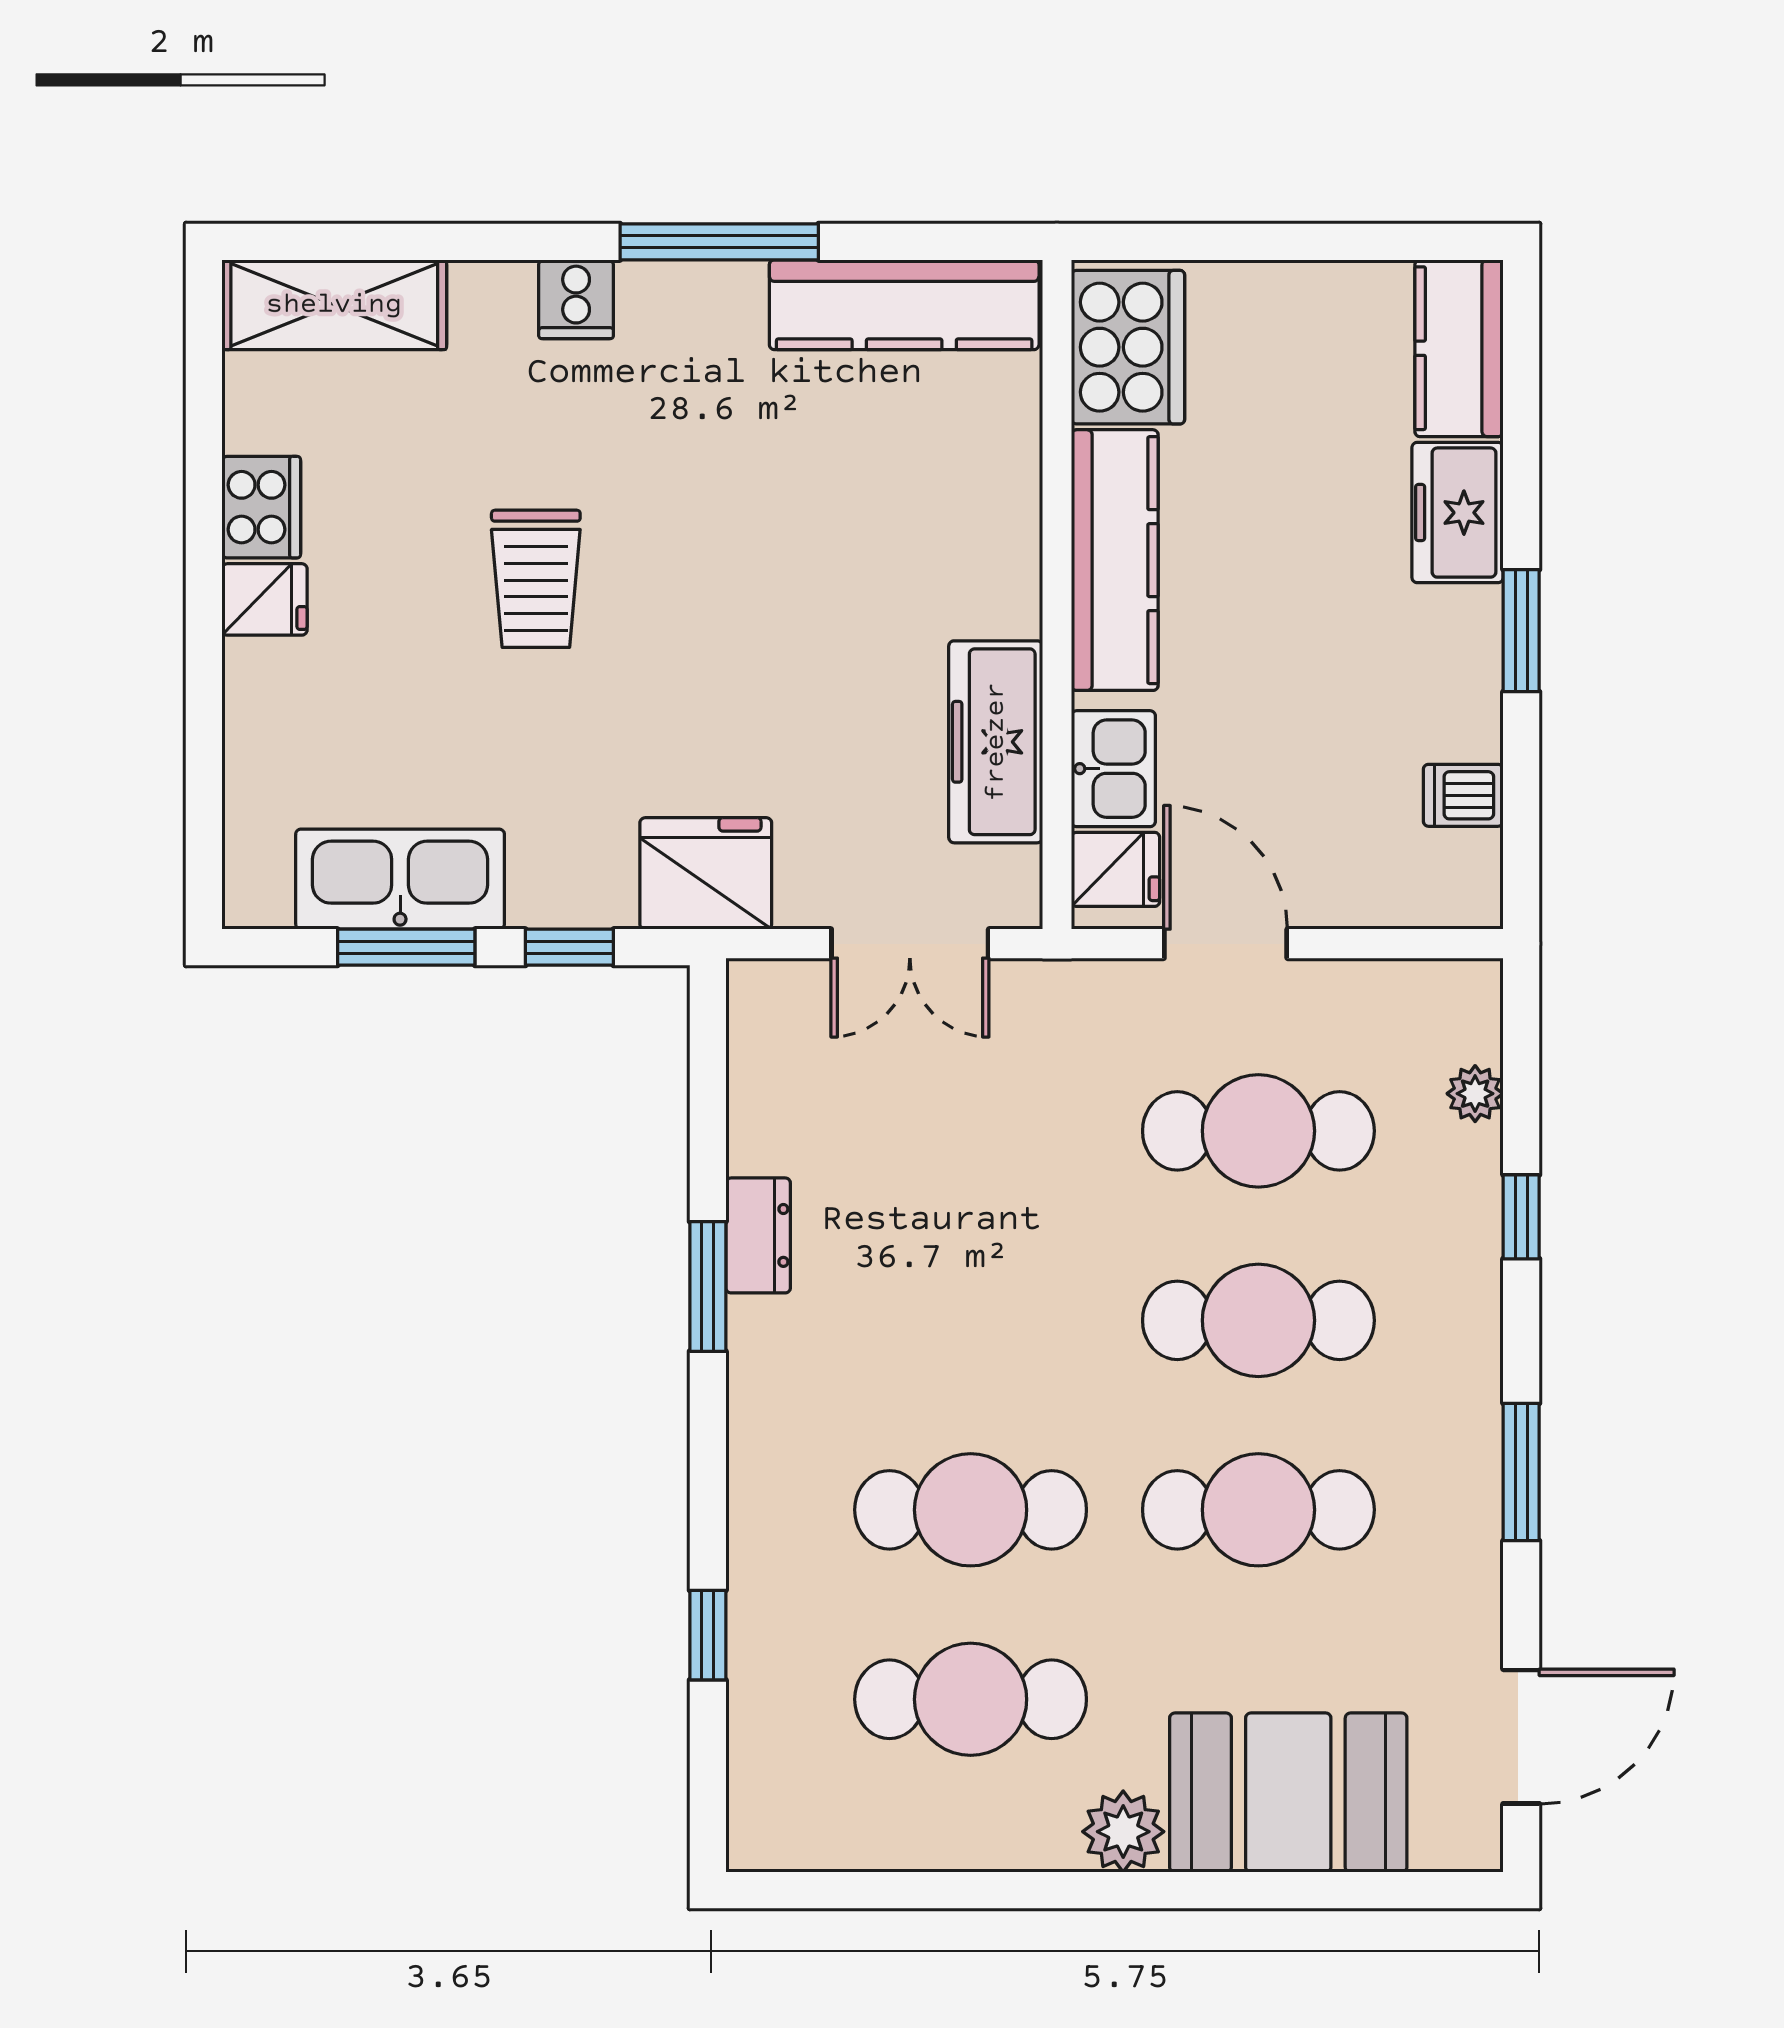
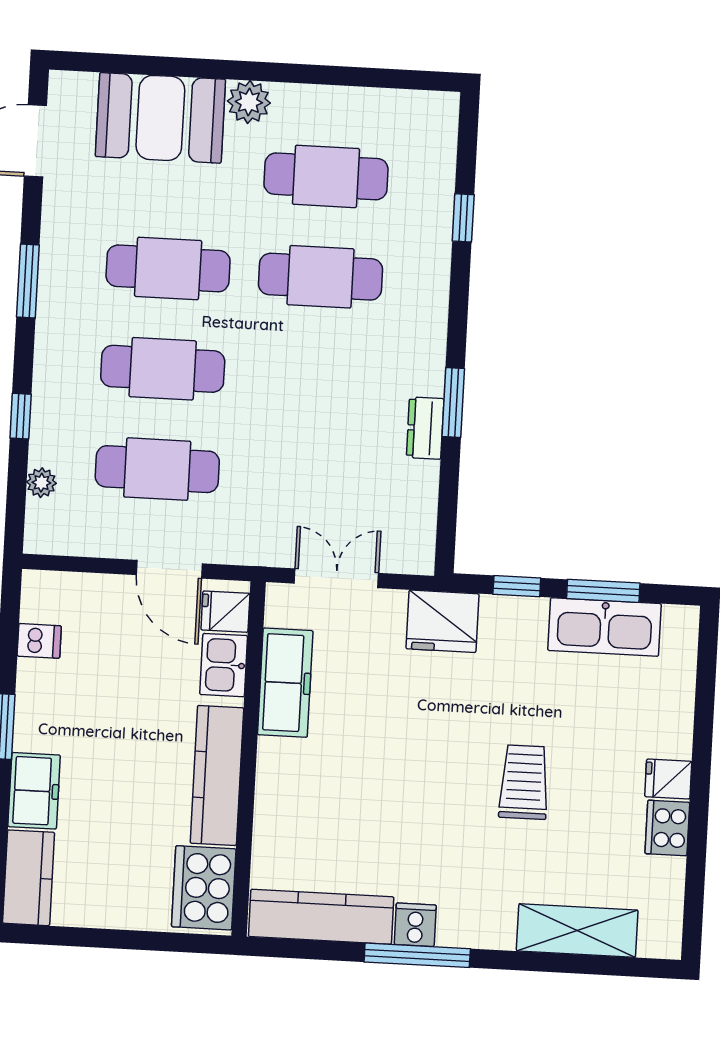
cooker: (576, 299) -> (415, 925), moved
shelving: (334, 305) -> (577, 931), moved

